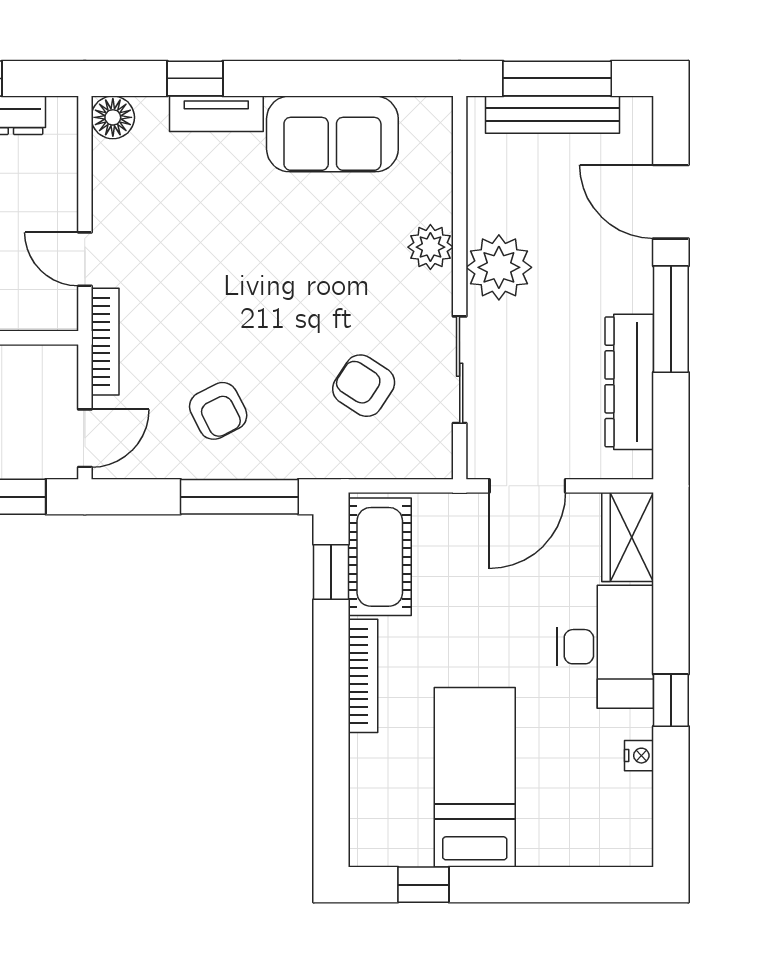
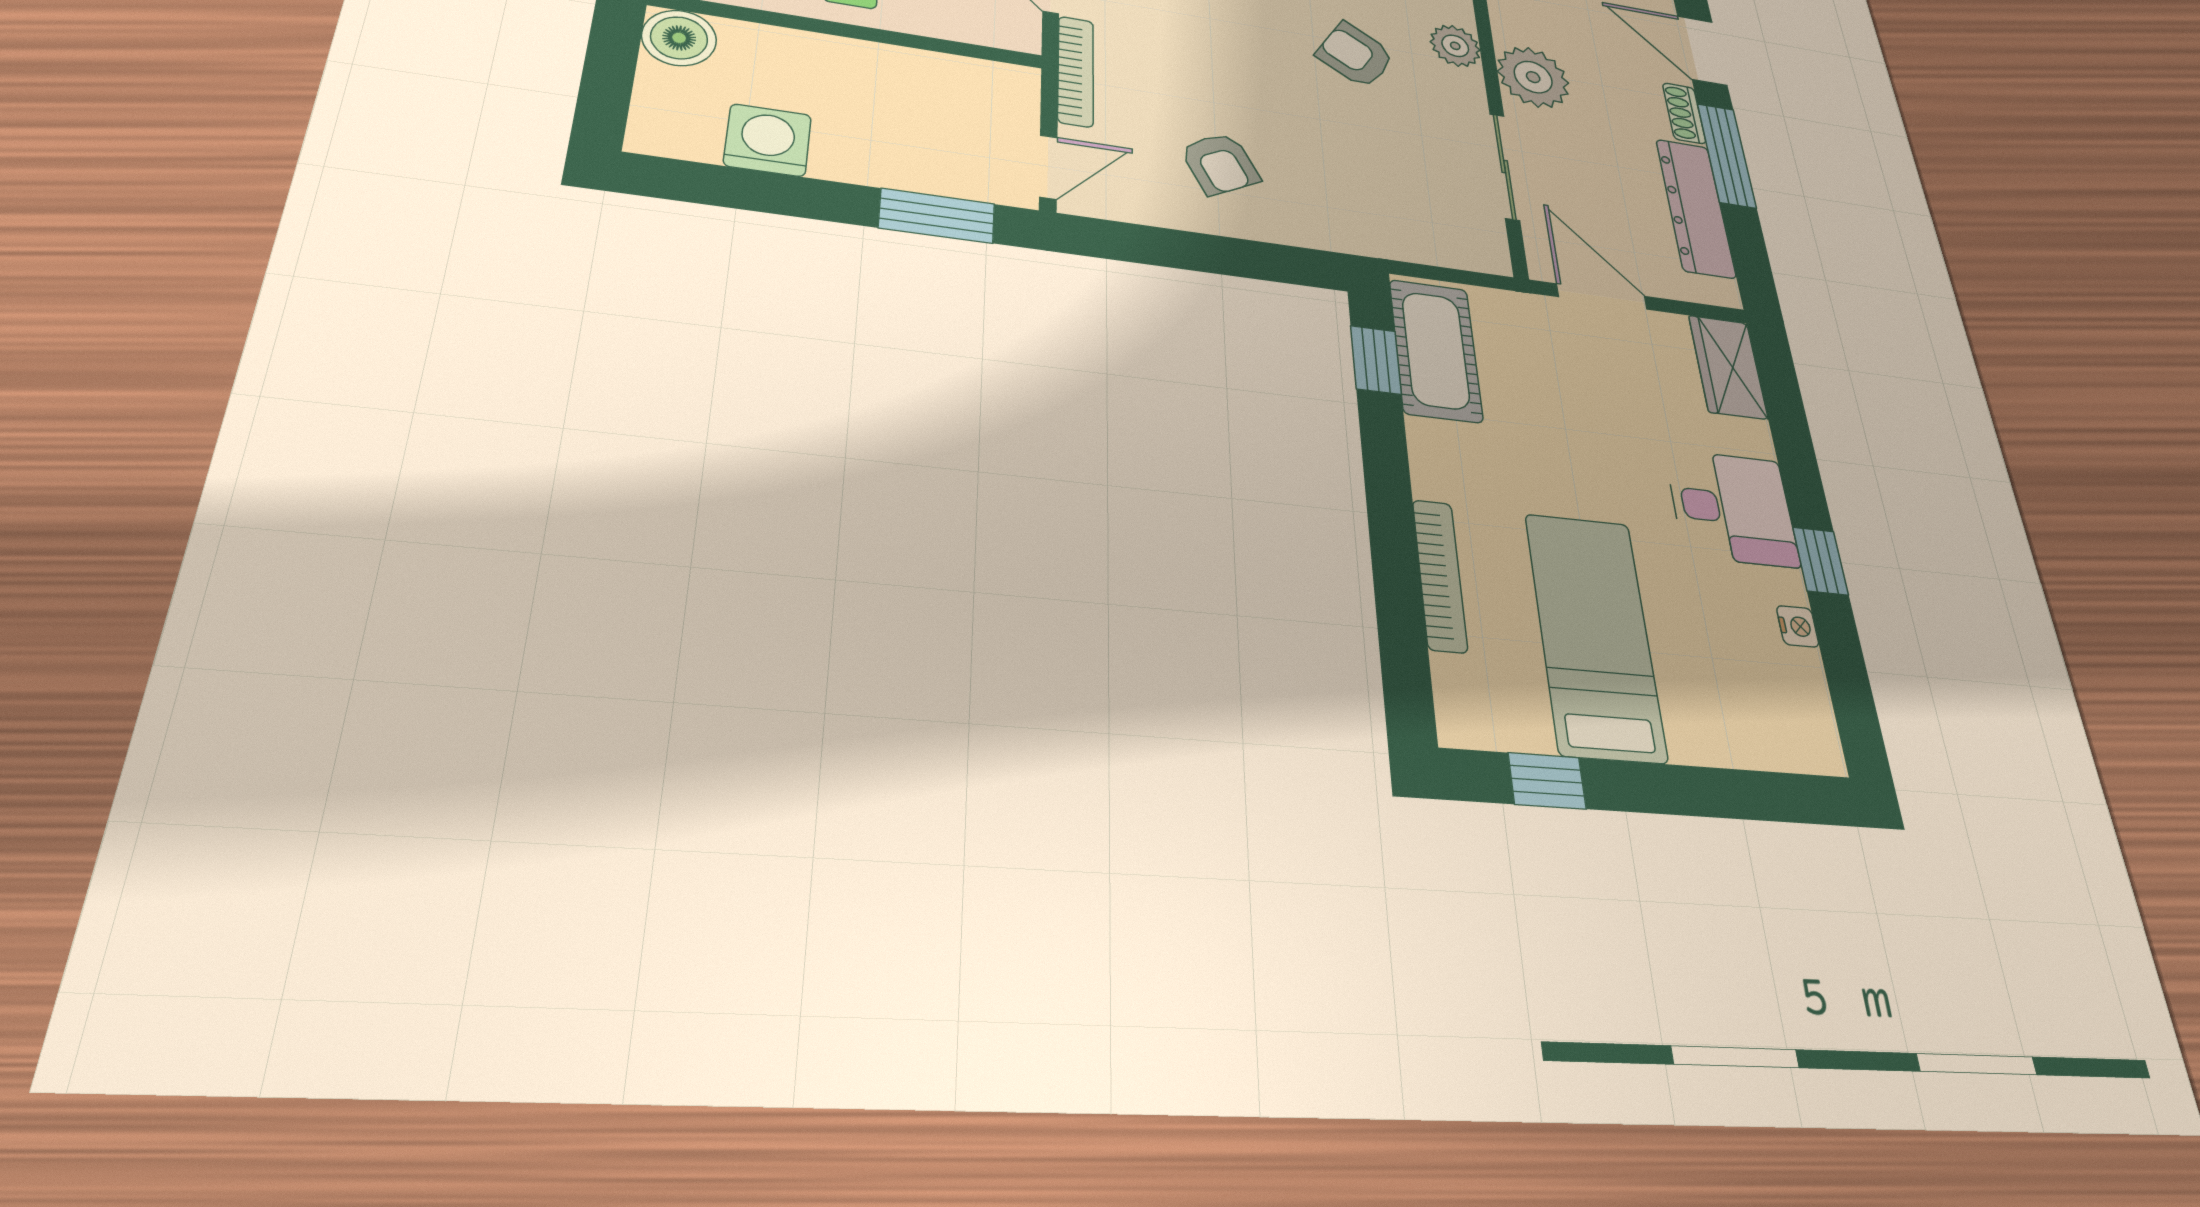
shoe rack: (638, 279) -> (1684, 113), added
armchair: (364, 386) -> (1355, 55), moved
door: (527, 486) -> (1602, 296), swing flipped
window: (239, 497) -> (1252, 259), removed
desk: (605, 647) -> (1732, 508), width x0.73
bookcase: (363, 676) -> (1440, 575), moved

